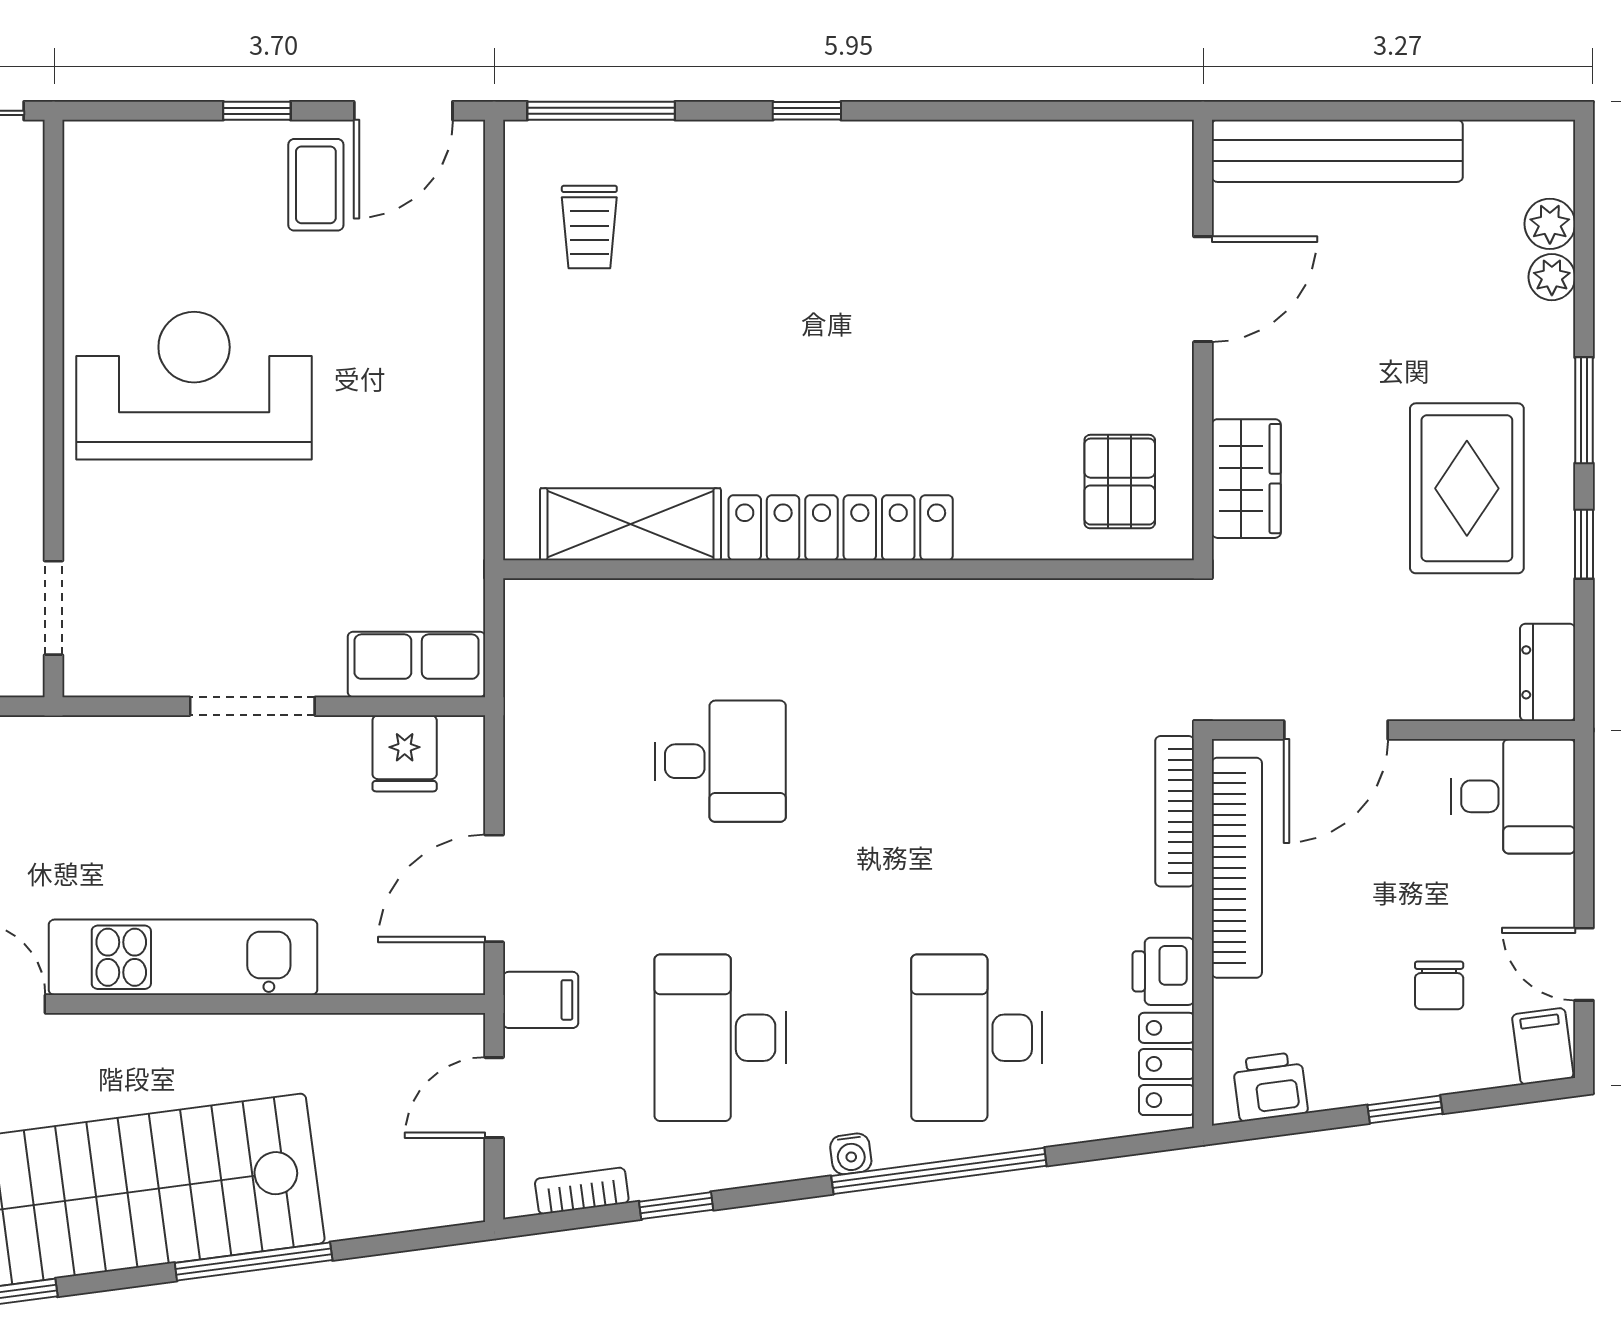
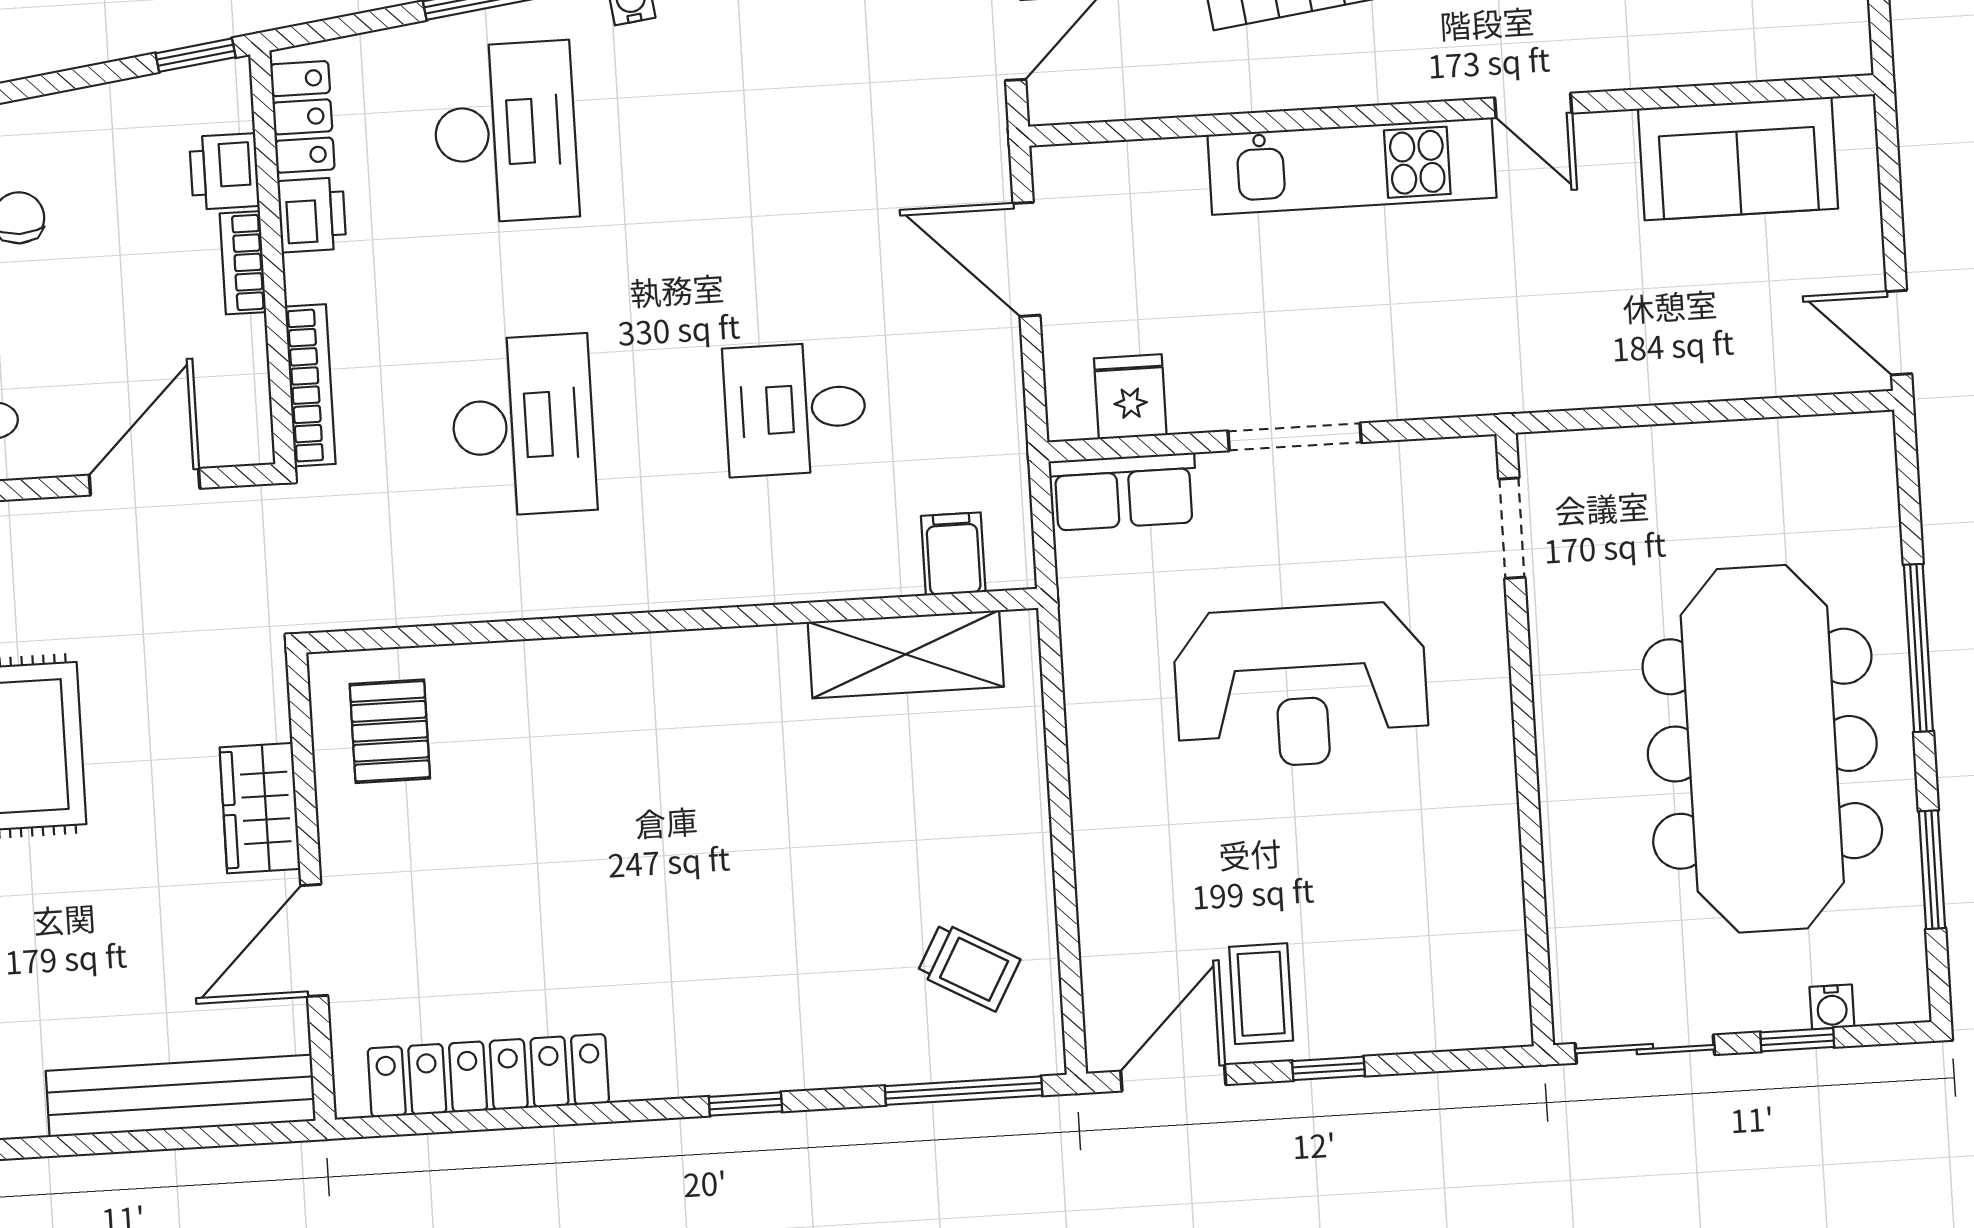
trolley: (589, 227) -> (969, 967), turned 119
reception desk: (194, 386) -> (1301, 686), moved
wardrobe: (1246, 479) -> (260, 808), moved
locker: (841, 528) -> (488, 1076), moved, turned 180
bookcase: (1237, 868) -> (243, 263), width x0.43, depth x0.76
door: (494, 888) -> (1027, 259), swing flipped
filing cabinet: (541, 1000) -> (953, 554), moved, turned 90
desk: (720, 1038) -> (523, 426), moved
printer: (1270, 1087) -> (224, 172), moved, turned 98
window: (1405, 1109) -> (196, 55), moved

